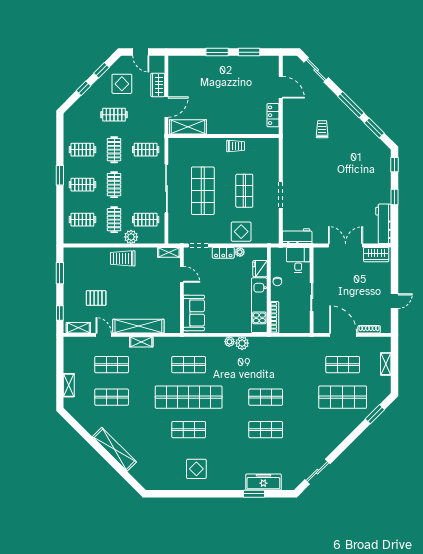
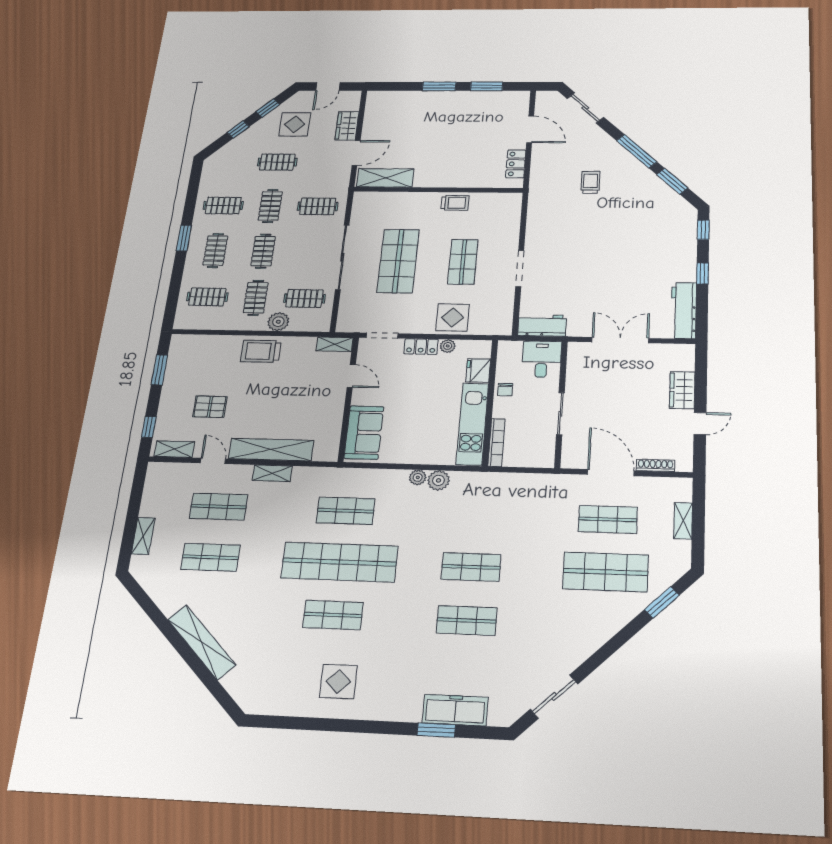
door: (141, 52) -> (328, 86), hinge flipped
clothes rail: (82, 185) -> (215, 251), turned 90
wardrobe: (376, 255) -> (682, 390), moved, turned 90

